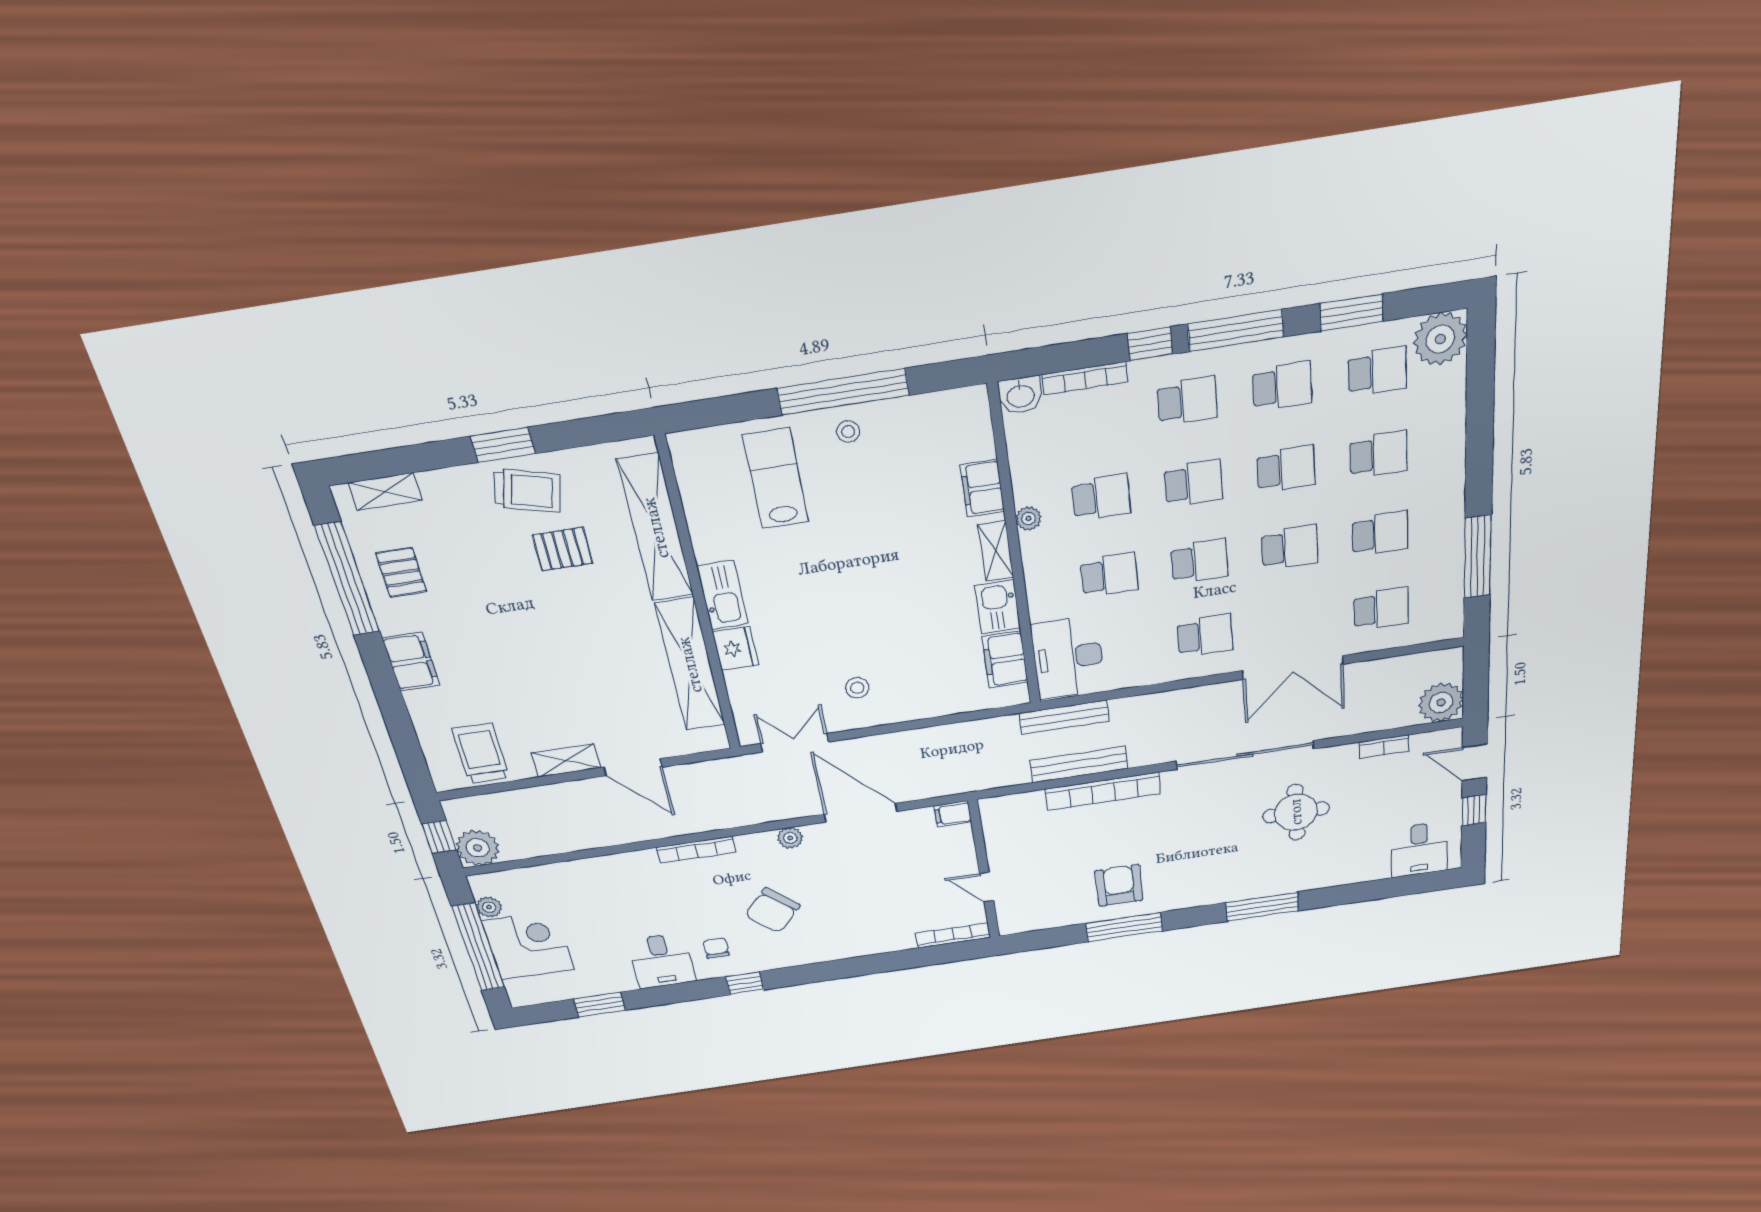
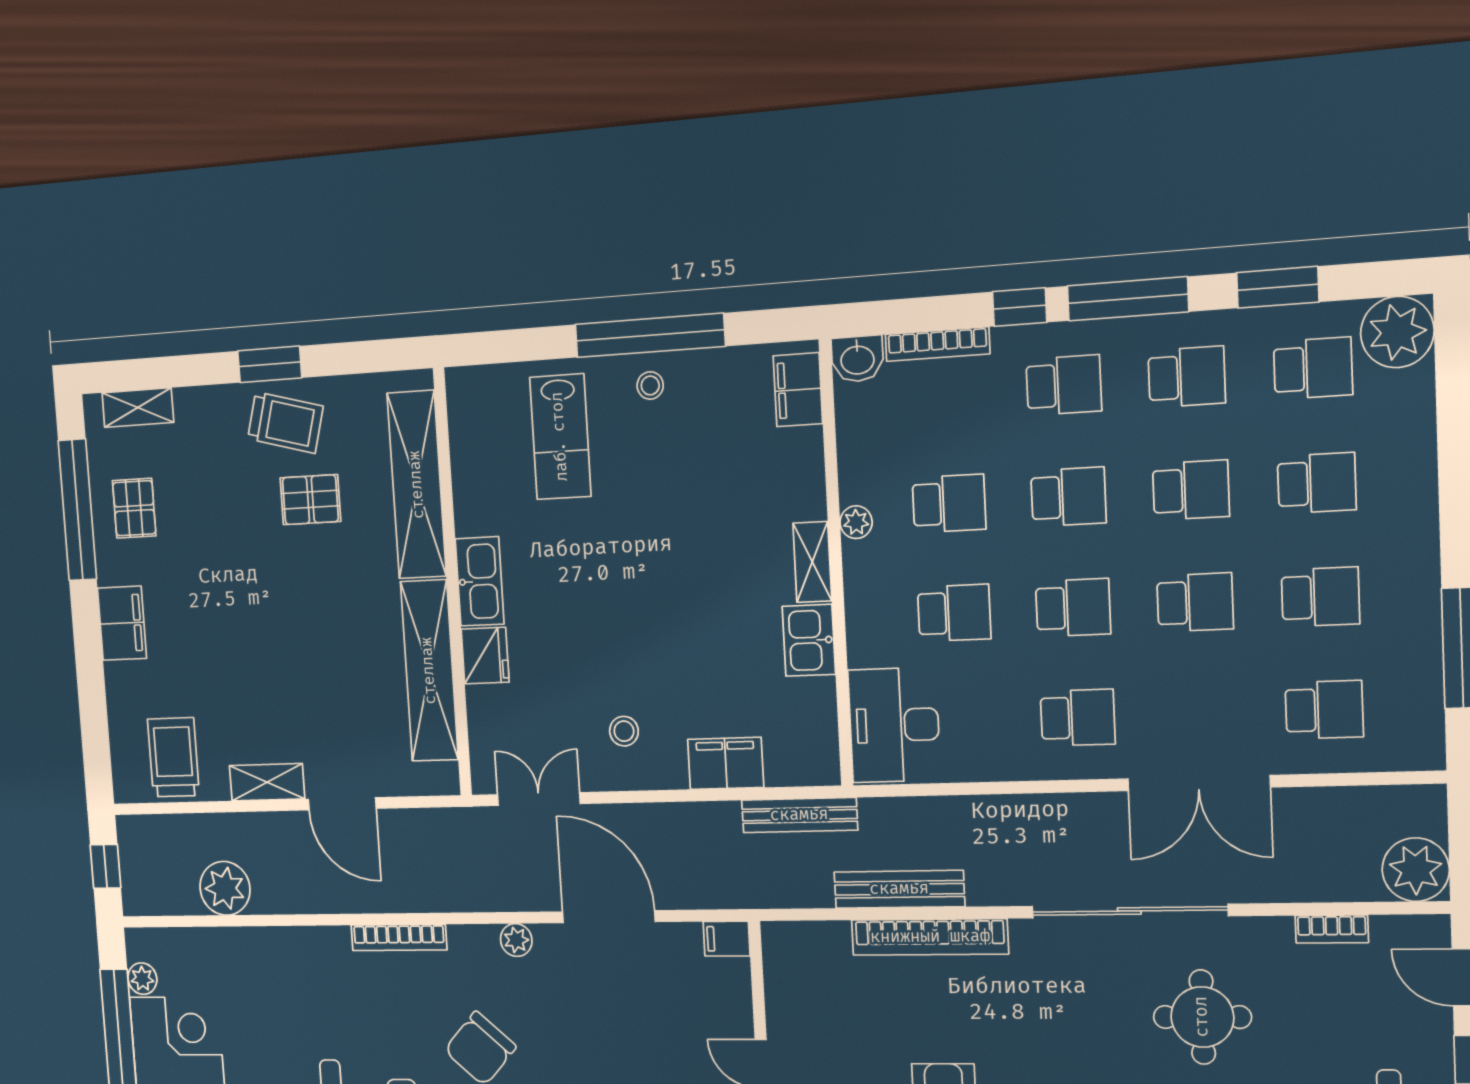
lab bench: (776, 479) -> (560, 437), turned 180
filing cabinet: (982, 488) -> (798, 390), moved
filing cabinet: (1005, 660) -> (726, 763), moved, turned 90
bench: (1064, 717) -> (799, 815), moved
plant: (478, 848) -> (225, 888), moved

